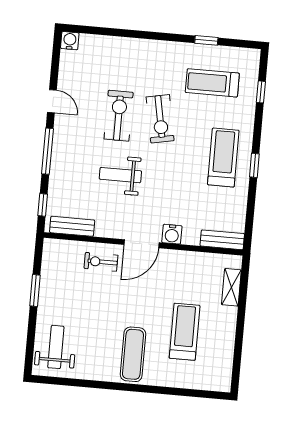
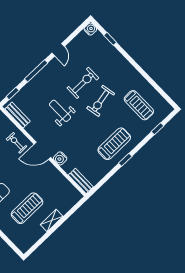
window: (206, 40) -> (110, 39), moved
treadmill: (212, 83) -> (139, 105), turned 180
shelving: (231, 287) -> (52, 220), moved

